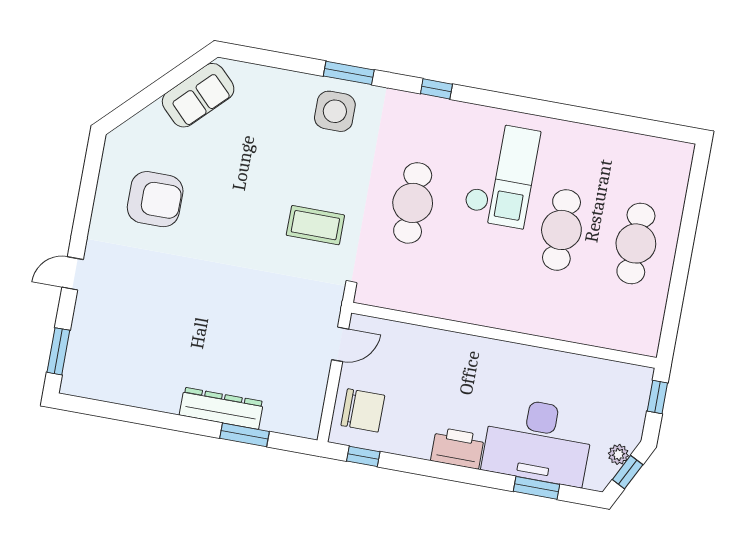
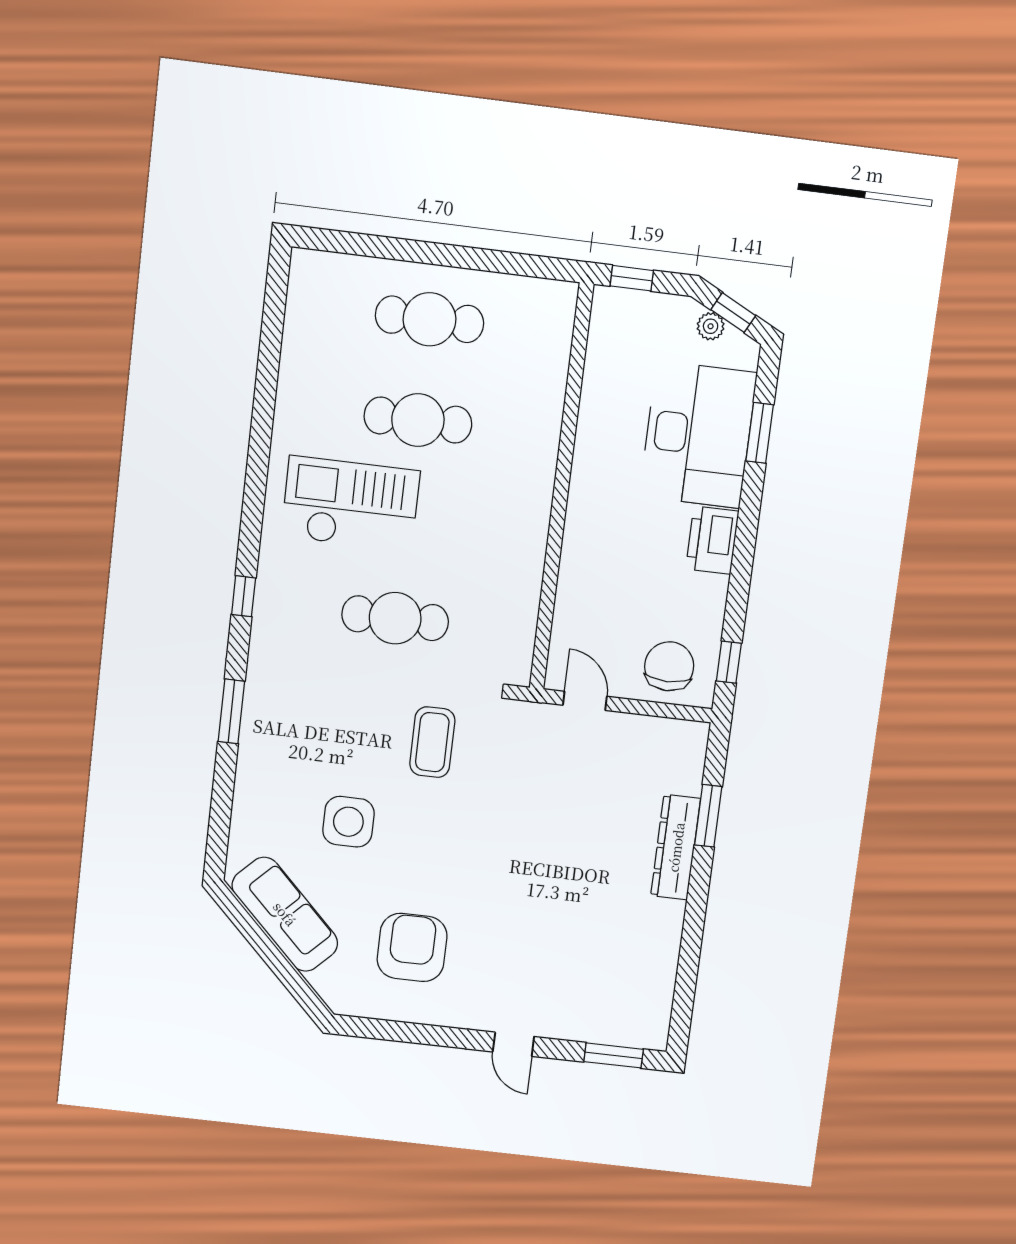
sofa: (198, 95) -> (285, 914), width x1.36
side table: (335, 111) -> (348, 822), moved

